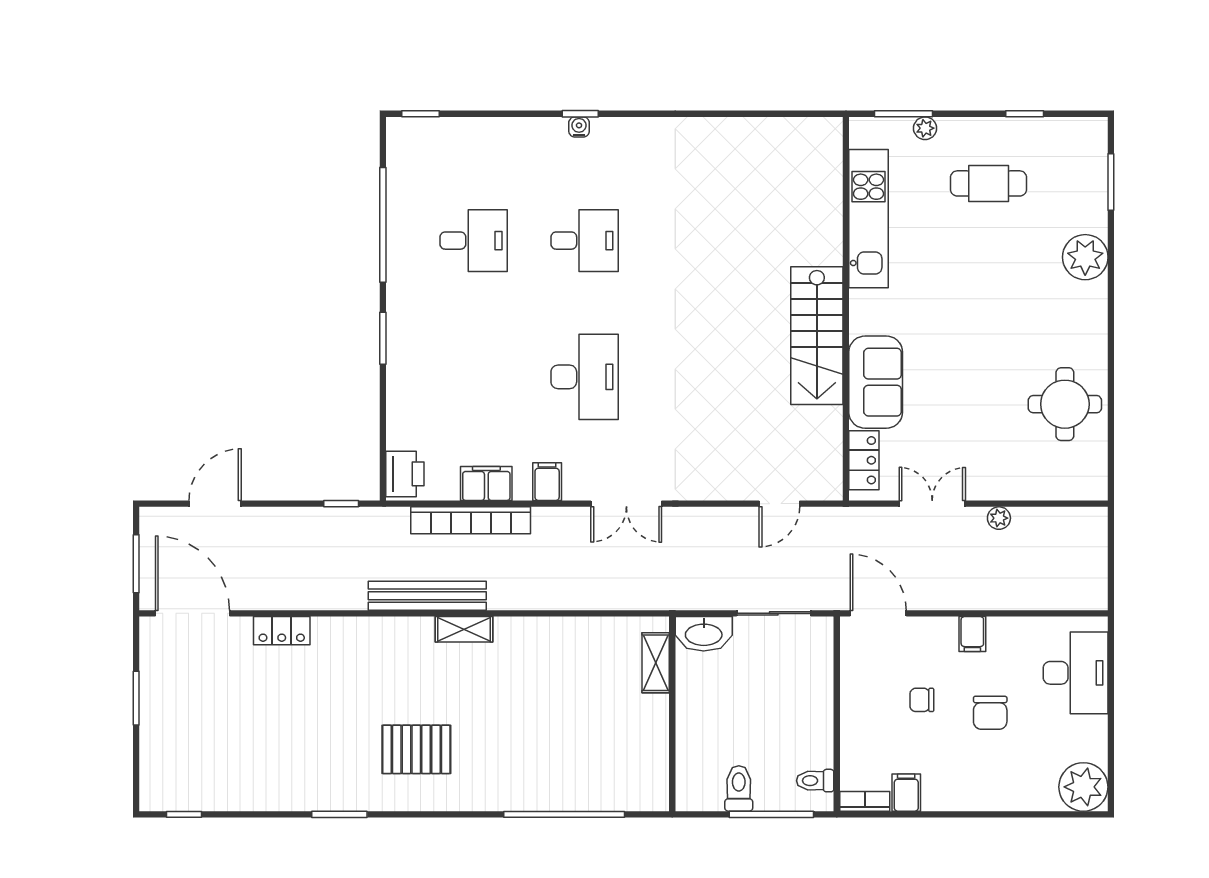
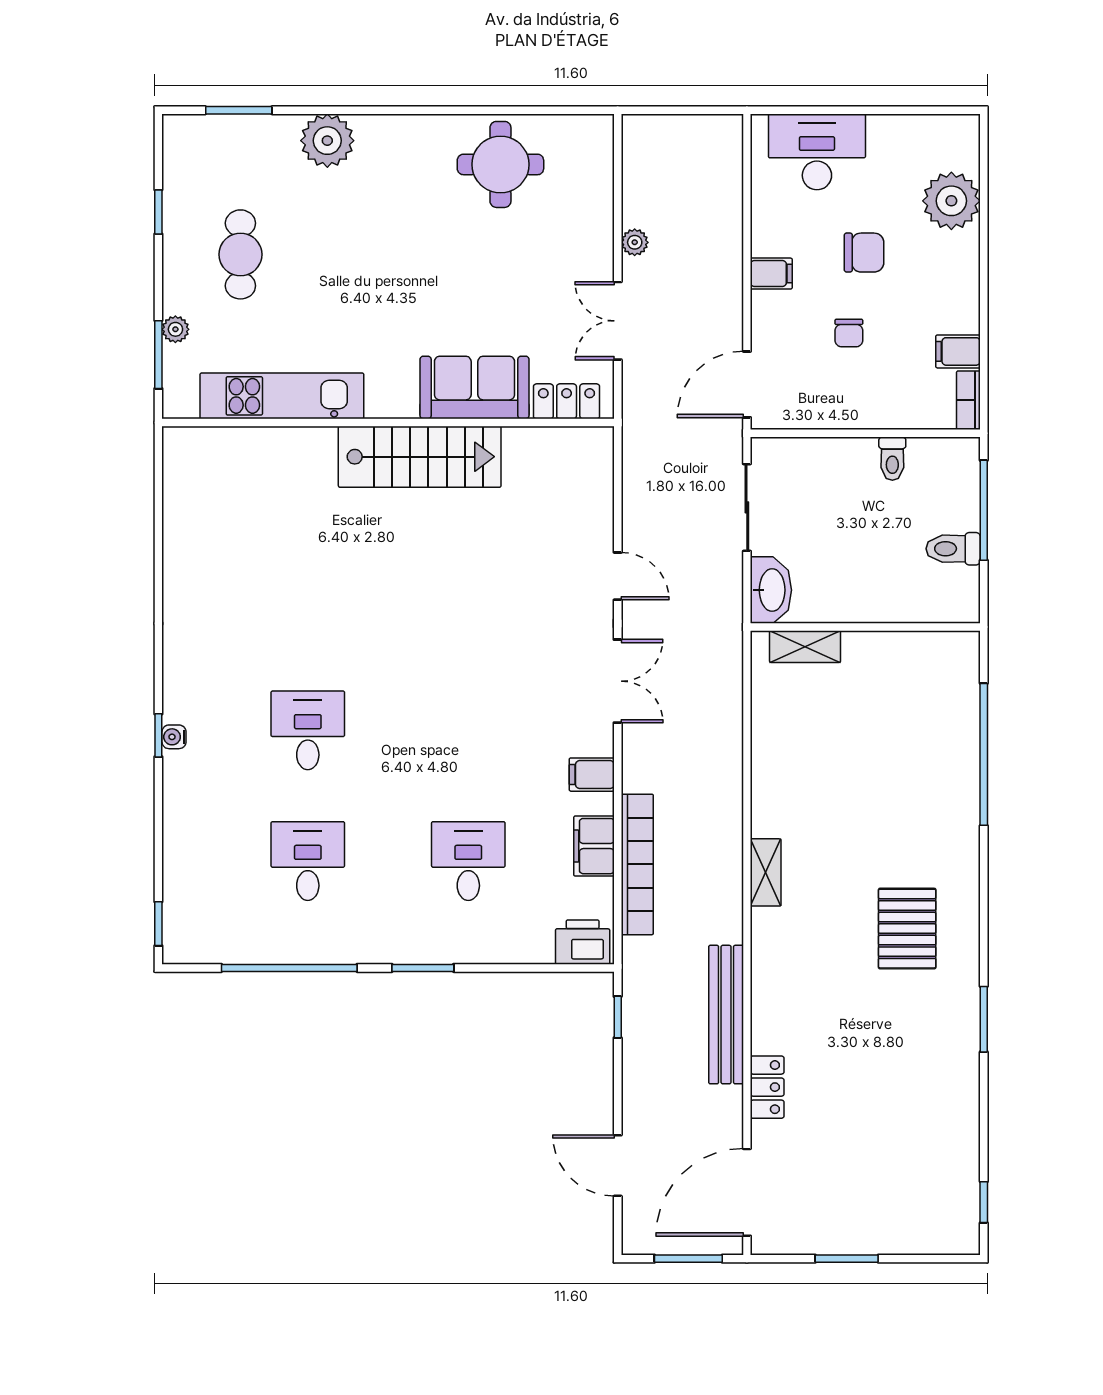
desk: (585, 377) -> (468, 861), moved, width x0.73
door: (779, 504) -> (618, 576), moved
bench: (427, 596) -> (726, 1015), moved
toilet: (815, 781) -> (892, 459), moved
plant: (1083, 787) -> (951, 201), moved

